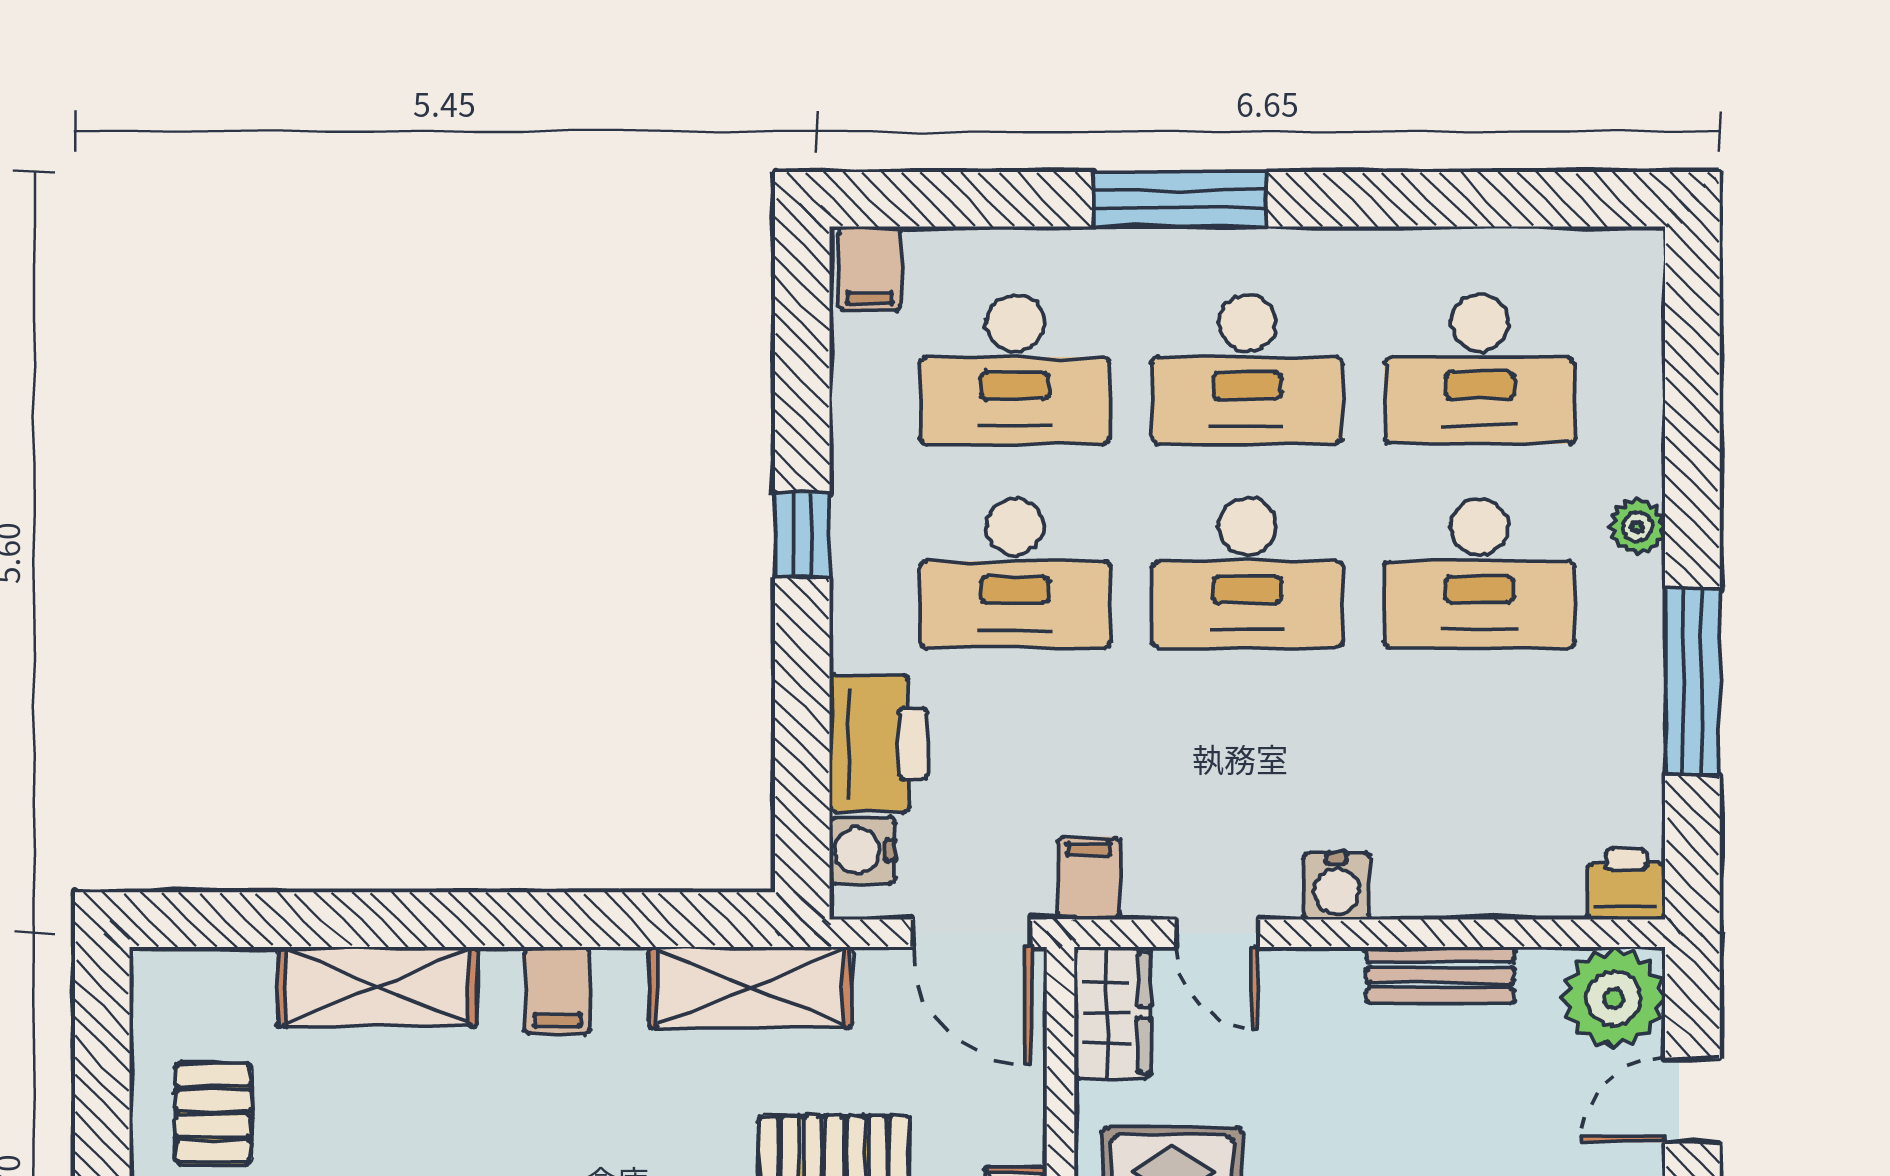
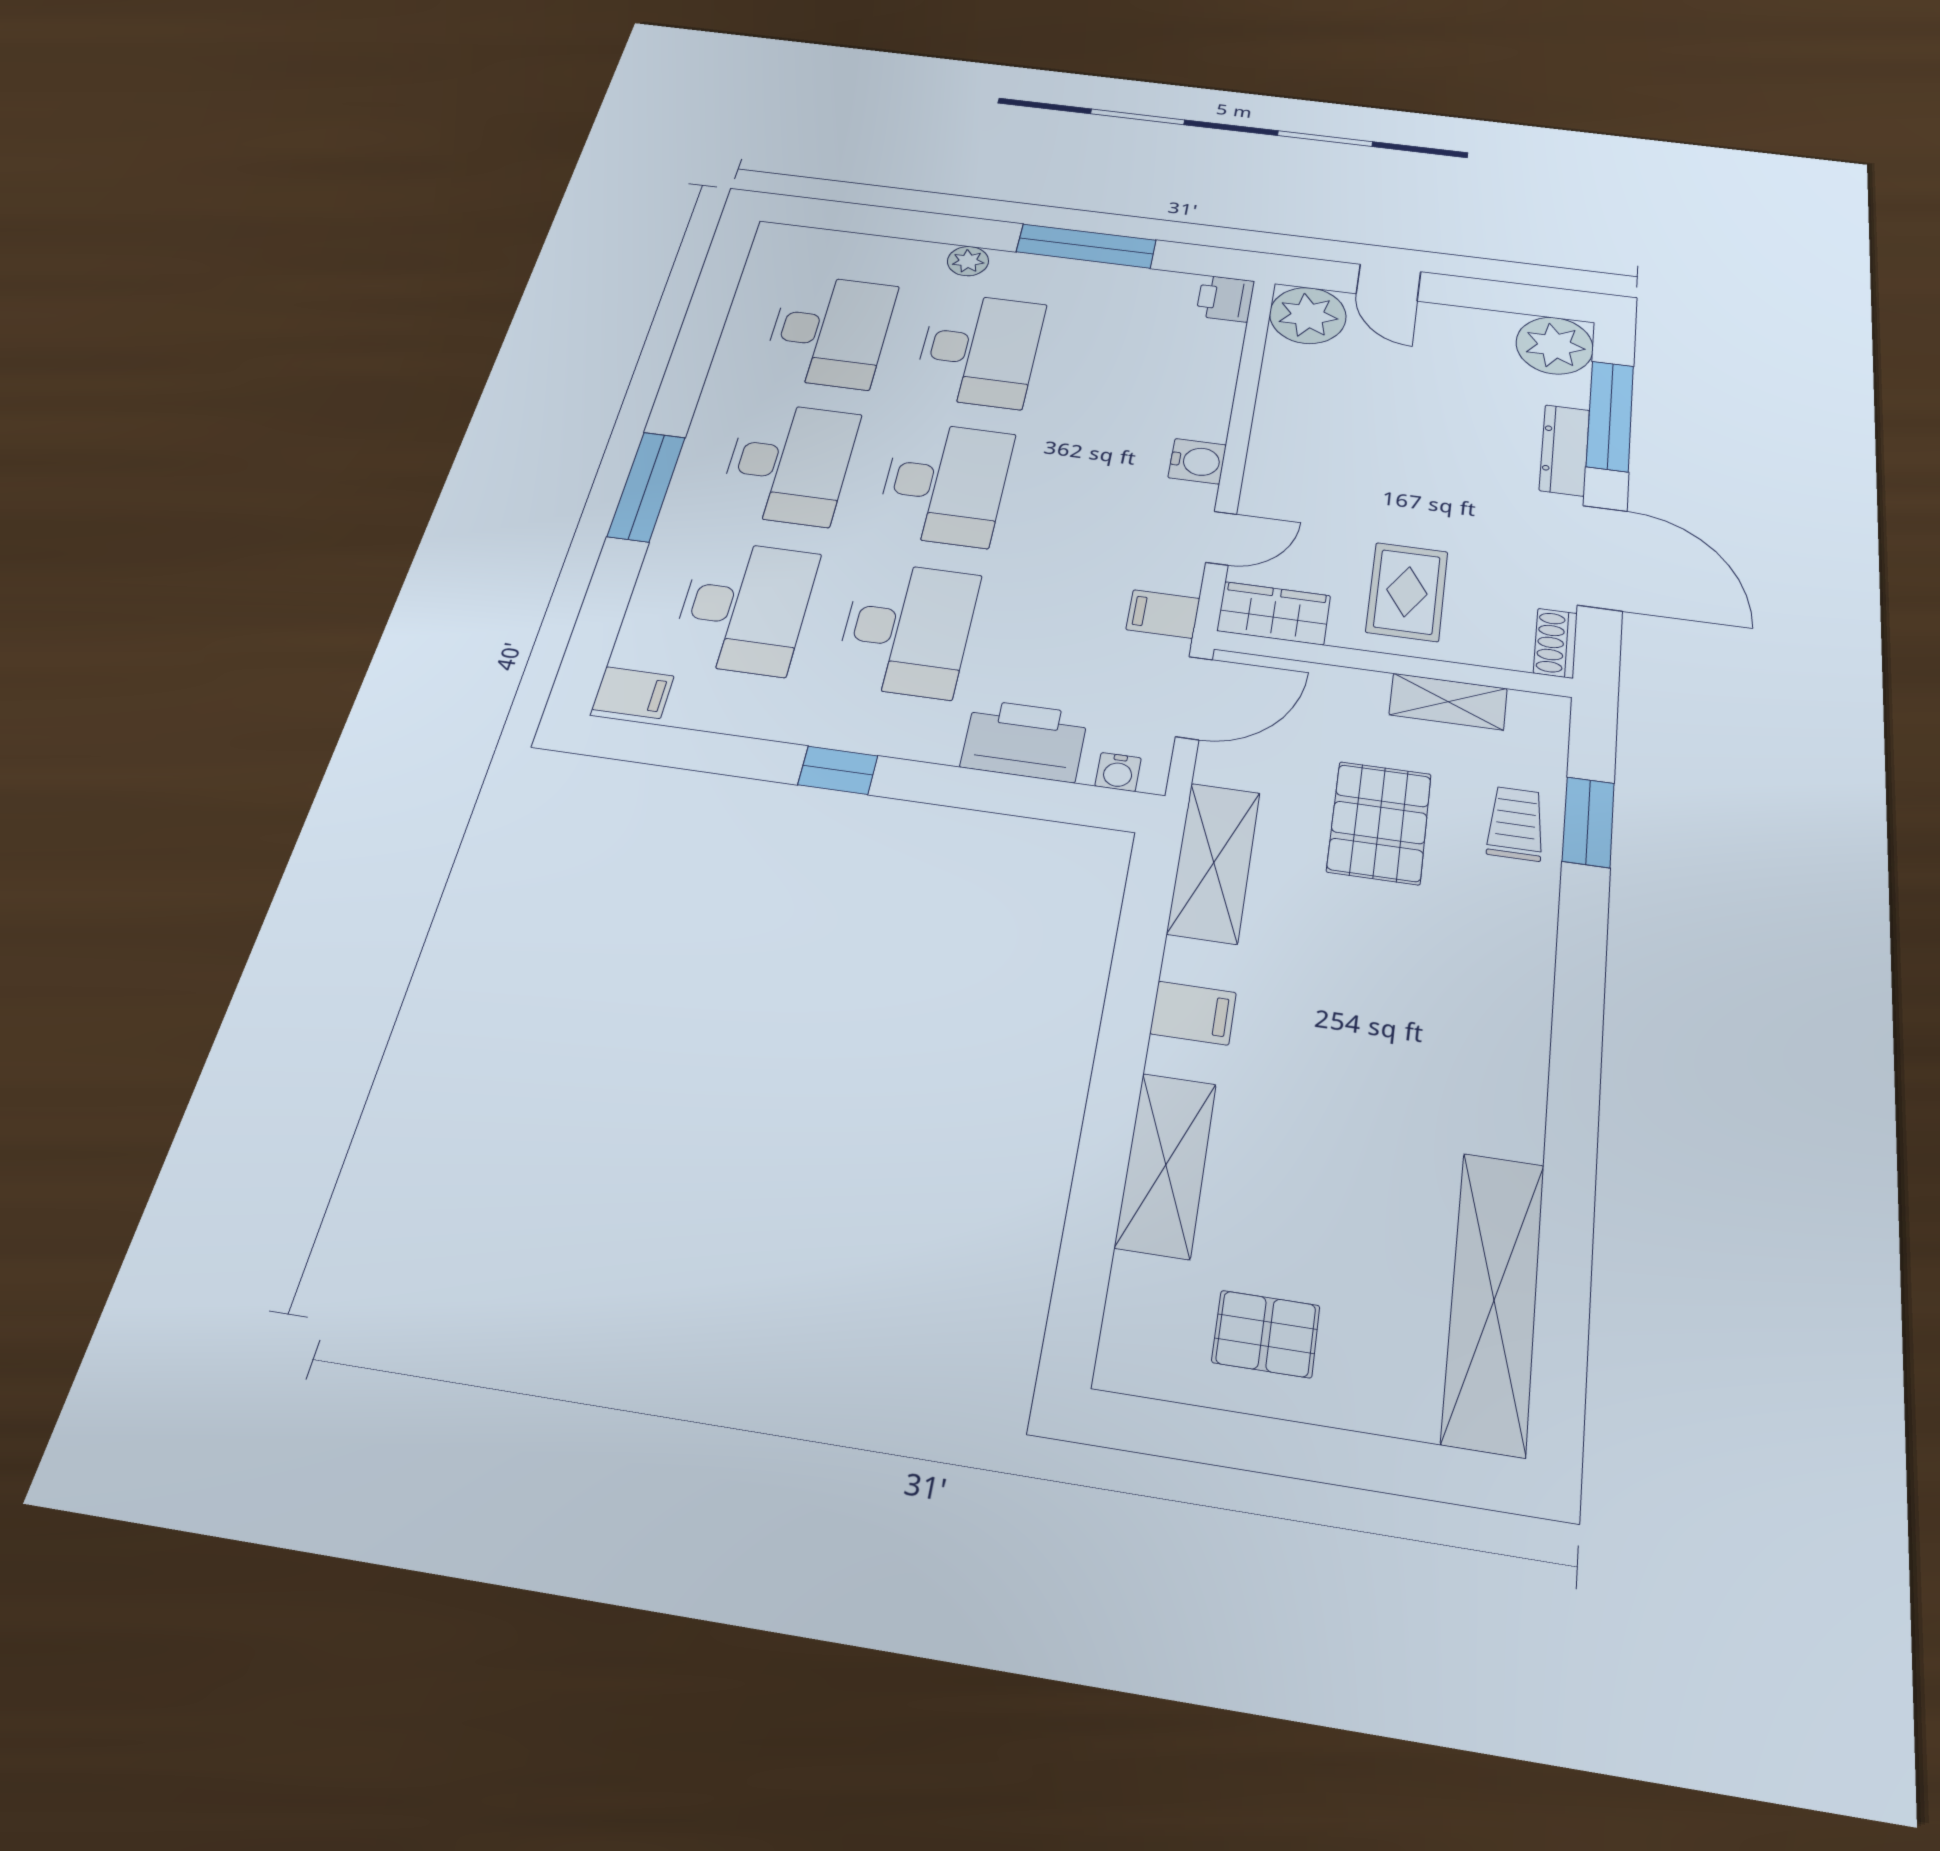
water cooler: (862, 851) -> (1118, 772), width x0.72, depth x0.72
bench: (1440, 975) -> (1276, 409), removed

